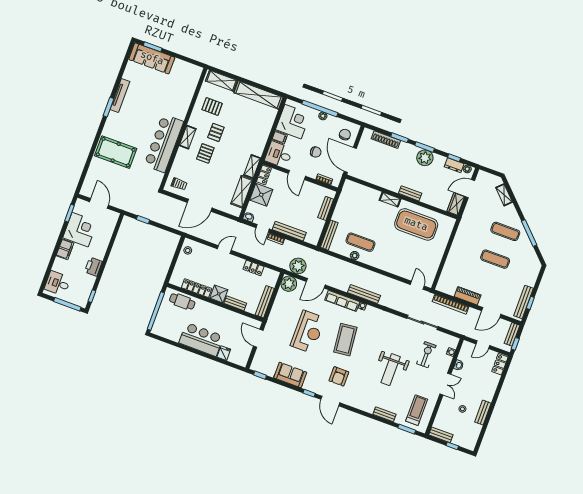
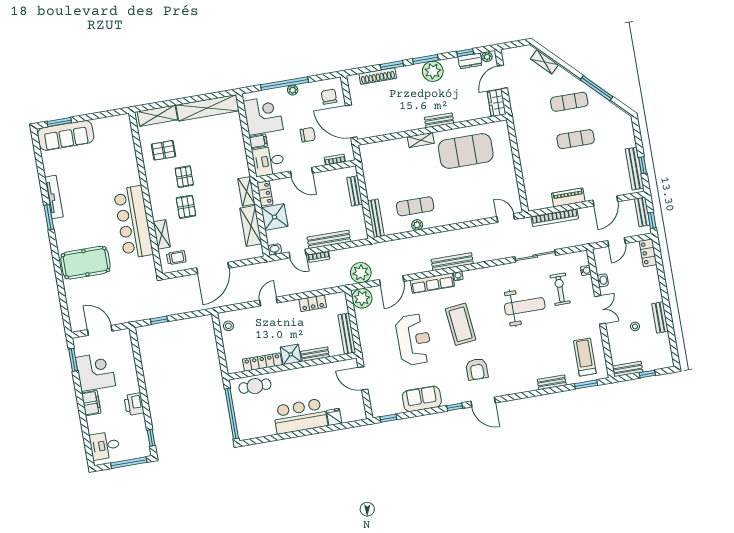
shelving: (188, 137) -> (162, 234), moved
weight bench: (391, 370) -> (525, 306), moved, turned -90

